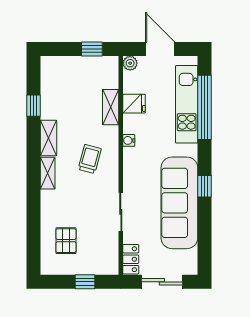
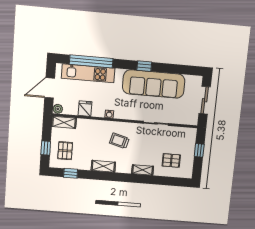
window: (92, 49) -> (46, 148), moved
pallet: (68, 78) -> (65, 151), added
window: (34, 106) -> (71, 173), moved
shelving: (111, 107) -> (64, 122), moved
shelving: (48, 173) -> (143, 170), moved
locker: (131, 259) -> (188, 119), removed

